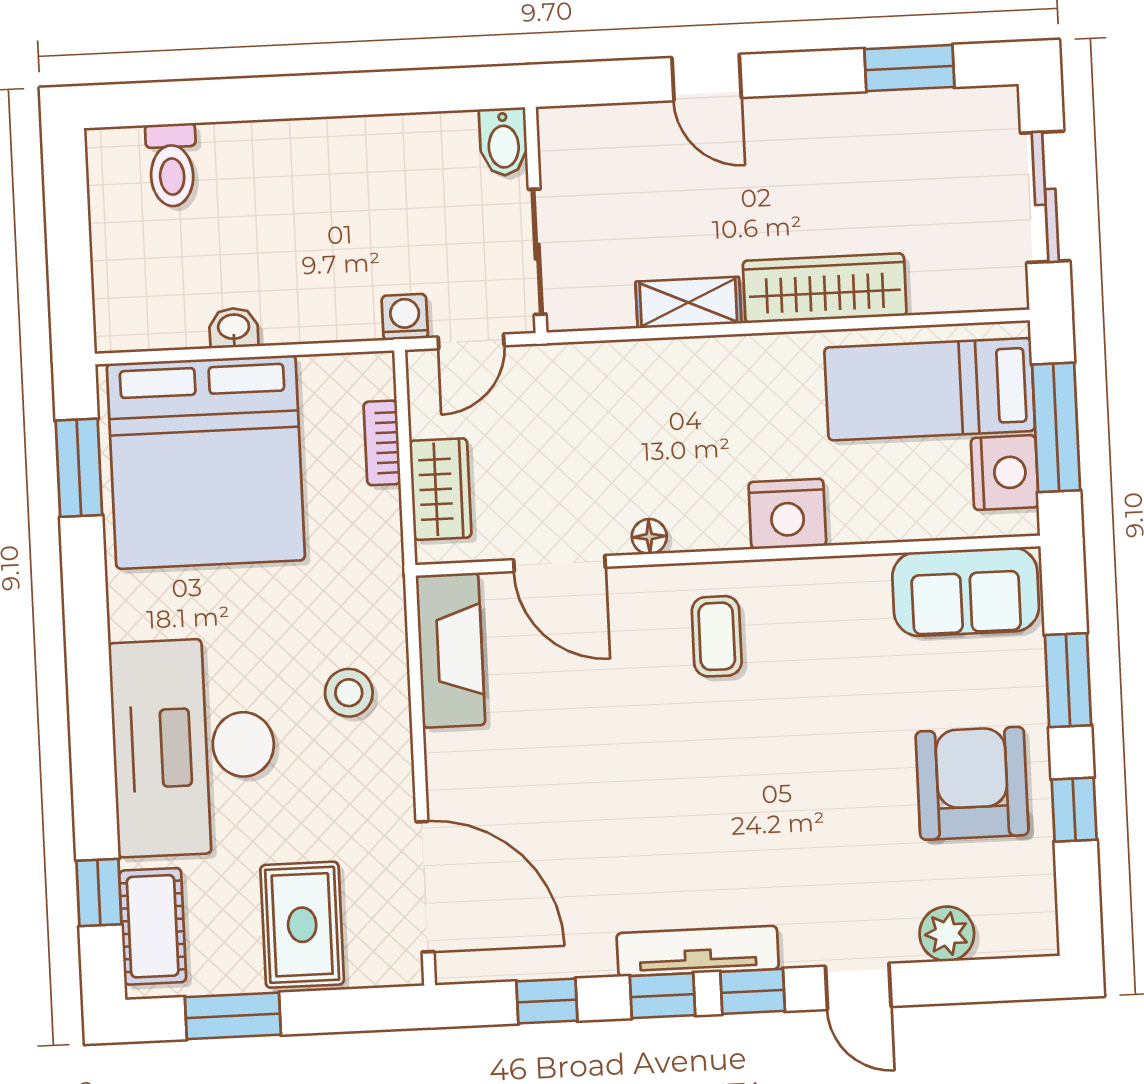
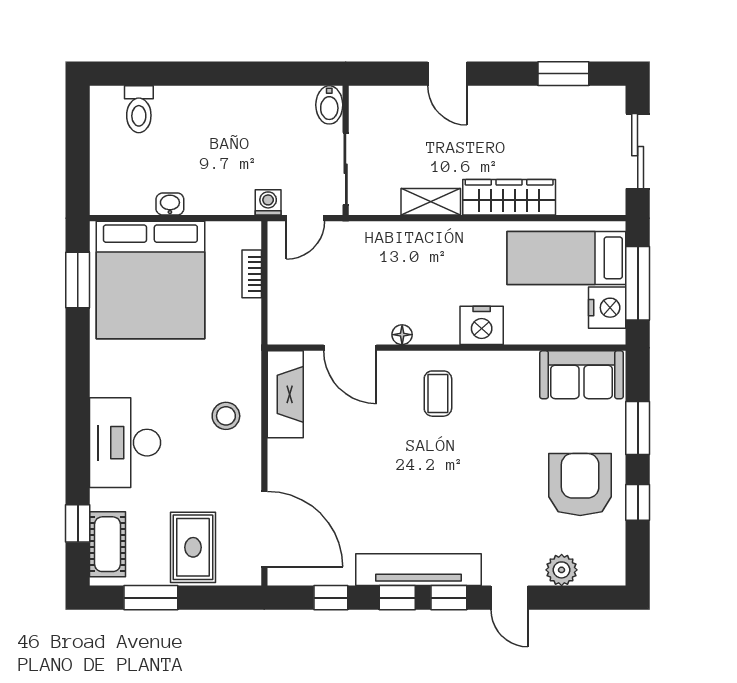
wardrobe: (440, 489) -> (284, 302), removed
desk: (194, 747) -> (125, 443), width x0.73, depth x0.77
tv unit: (698, 951) -> (419, 570), width x1.36, depth x1.29

